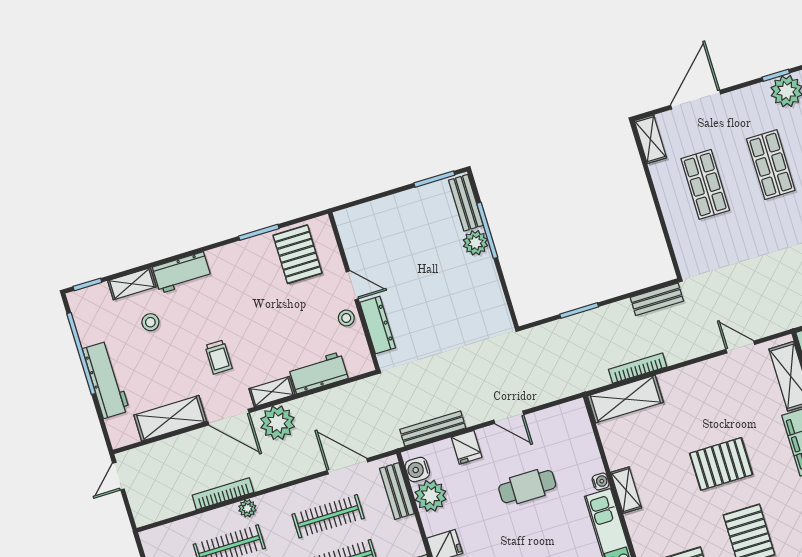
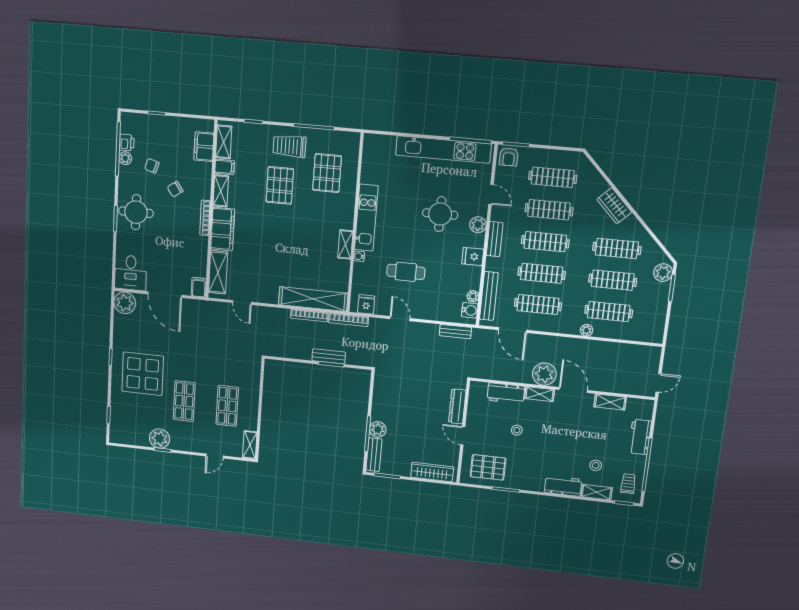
door: (696, 100) -> (215, 456), width x0.53
wardrobe: (373, 213) -> (432, 472), added
pallet: (297, 254) -> (488, 467), turned 90
bench: (657, 299) -> (329, 356), moved
stool: (346, 318) -> (517, 430), moved
trolley: (219, 357) -> (628, 484), moved
workbench: (106, 380) -> (640, 437), width x0.73
shelving: (625, 399) -> (313, 299), width x1.47
shelving: (170, 418) -> (610, 402), width x0.67, depth x0.75
bench: (433, 429) -> (455, 332), width x0.73
fridge: (467, 447) -> (366, 304), moved
pallet: (721, 464) -> (280, 237), removed
bench: (397, 491) -> (489, 296), width x1.36
bookcase: (223, 494) -> (348, 320), moved
plant: (431, 496) -> (473, 296), width x0.53, depth x0.53

